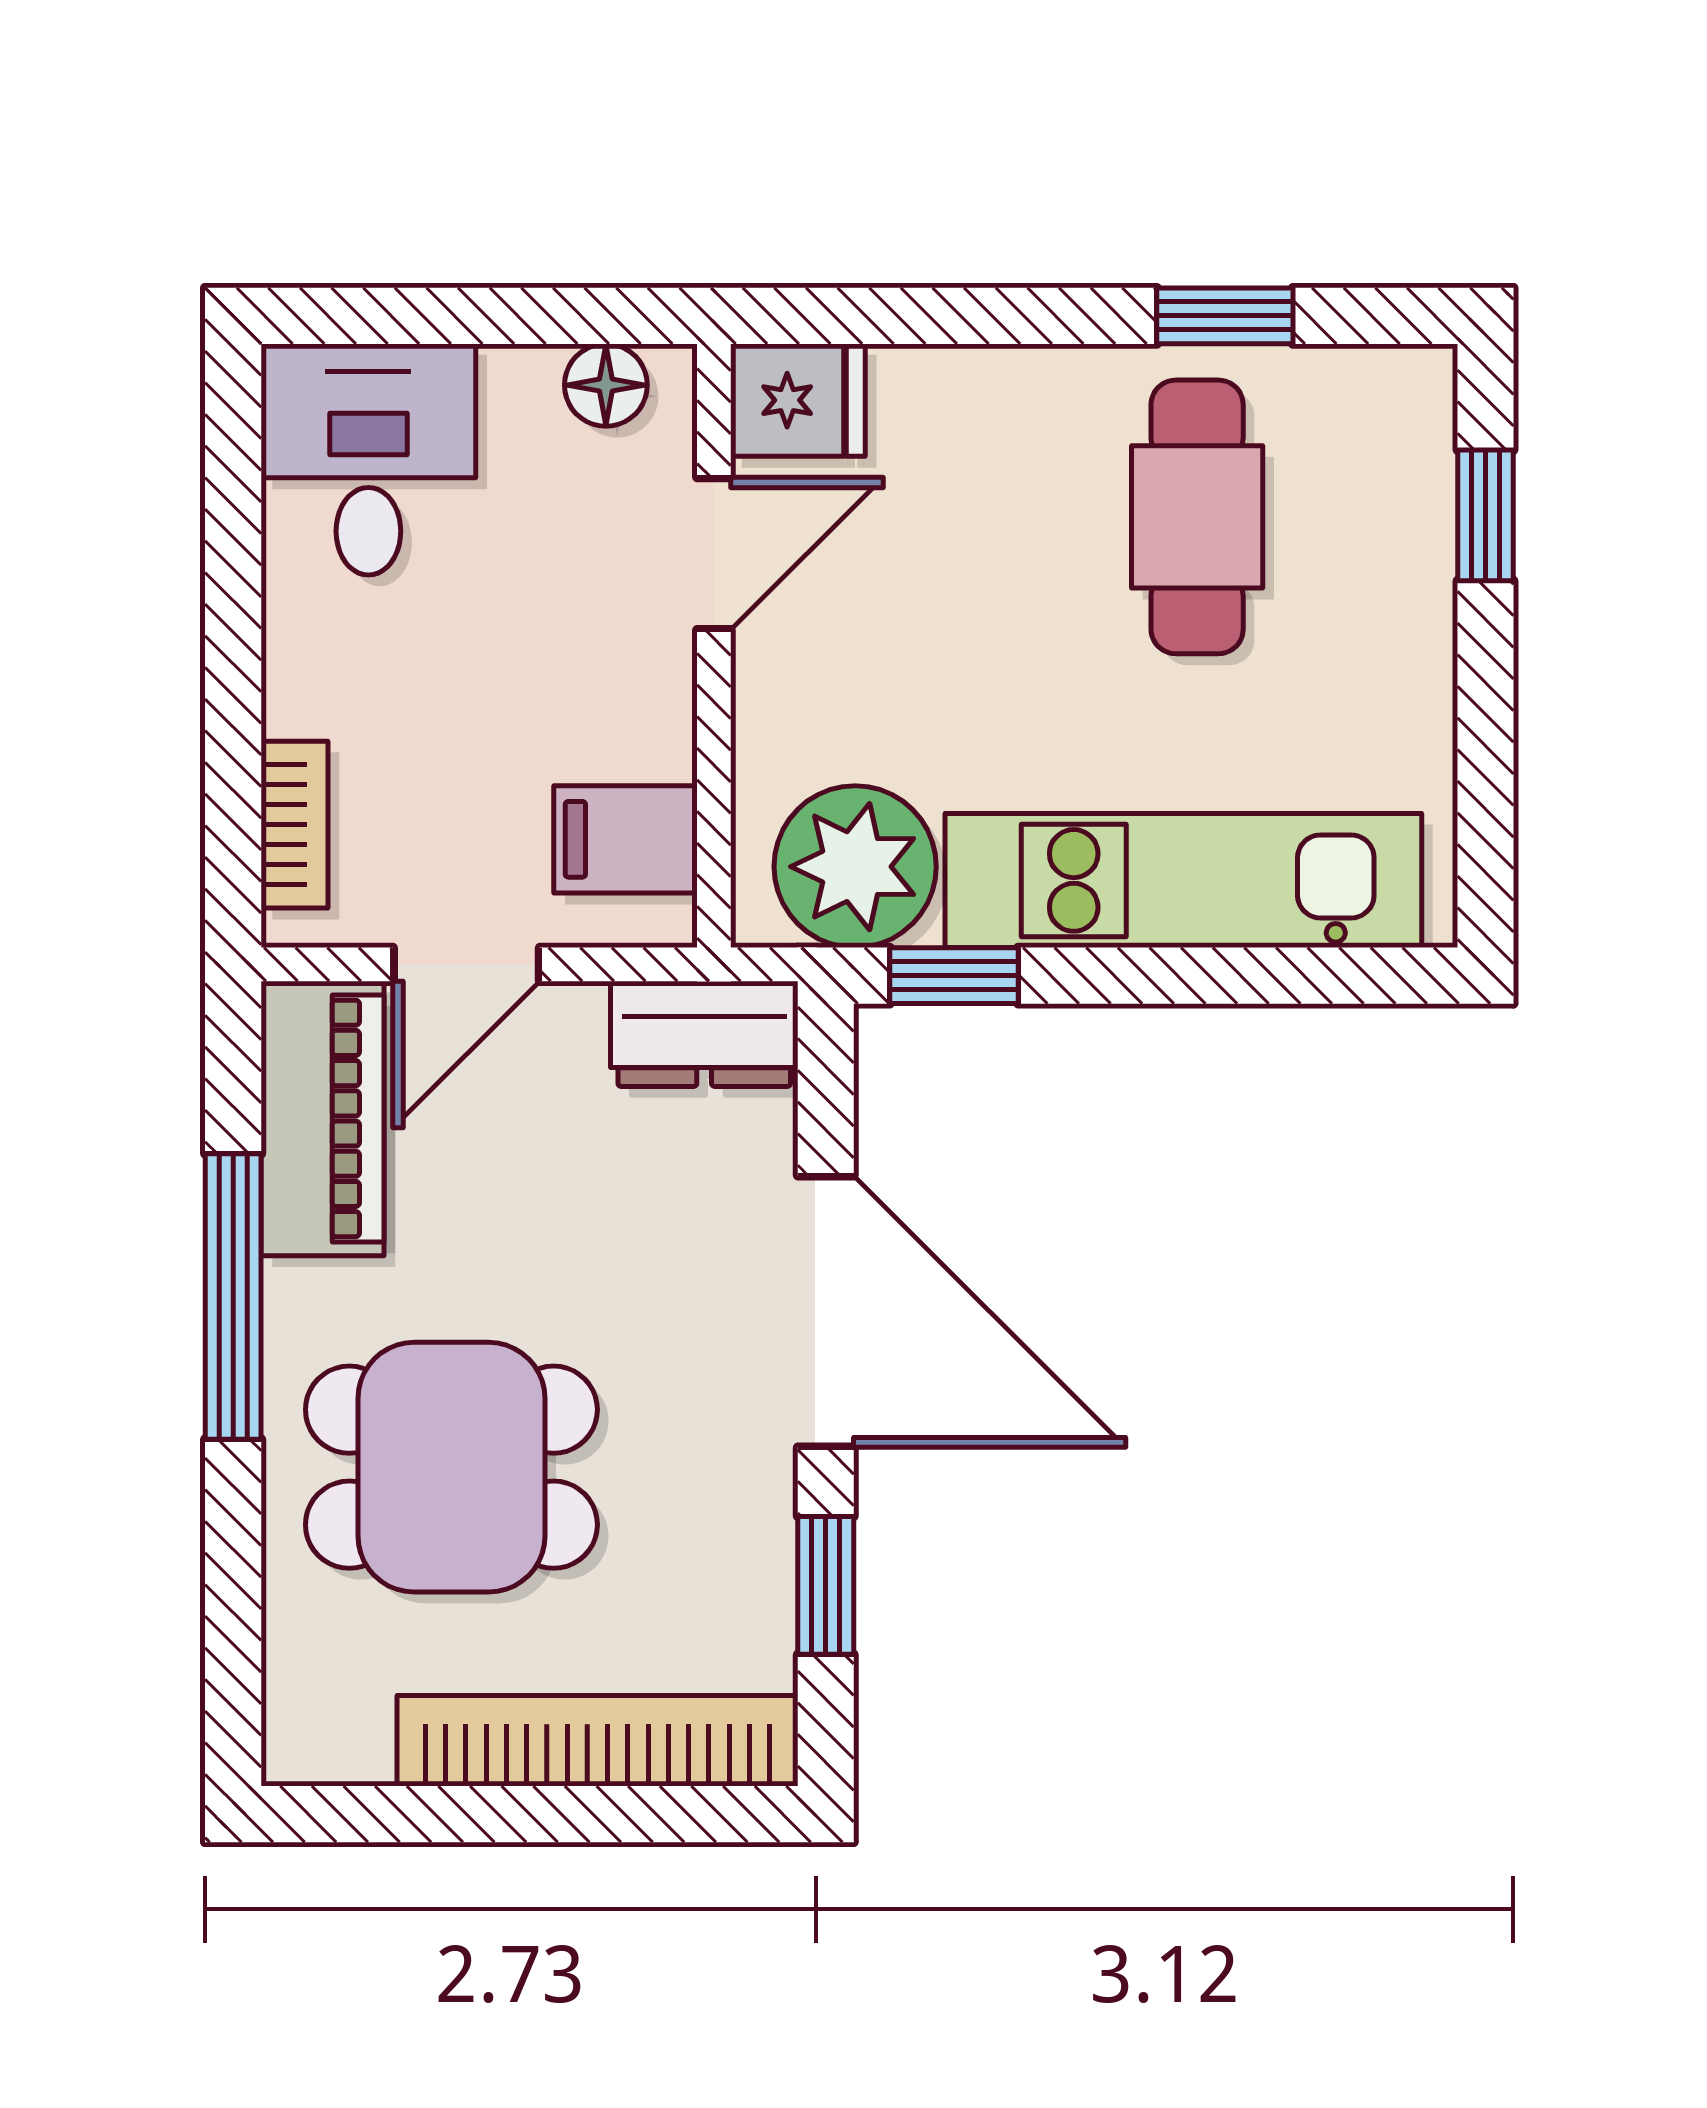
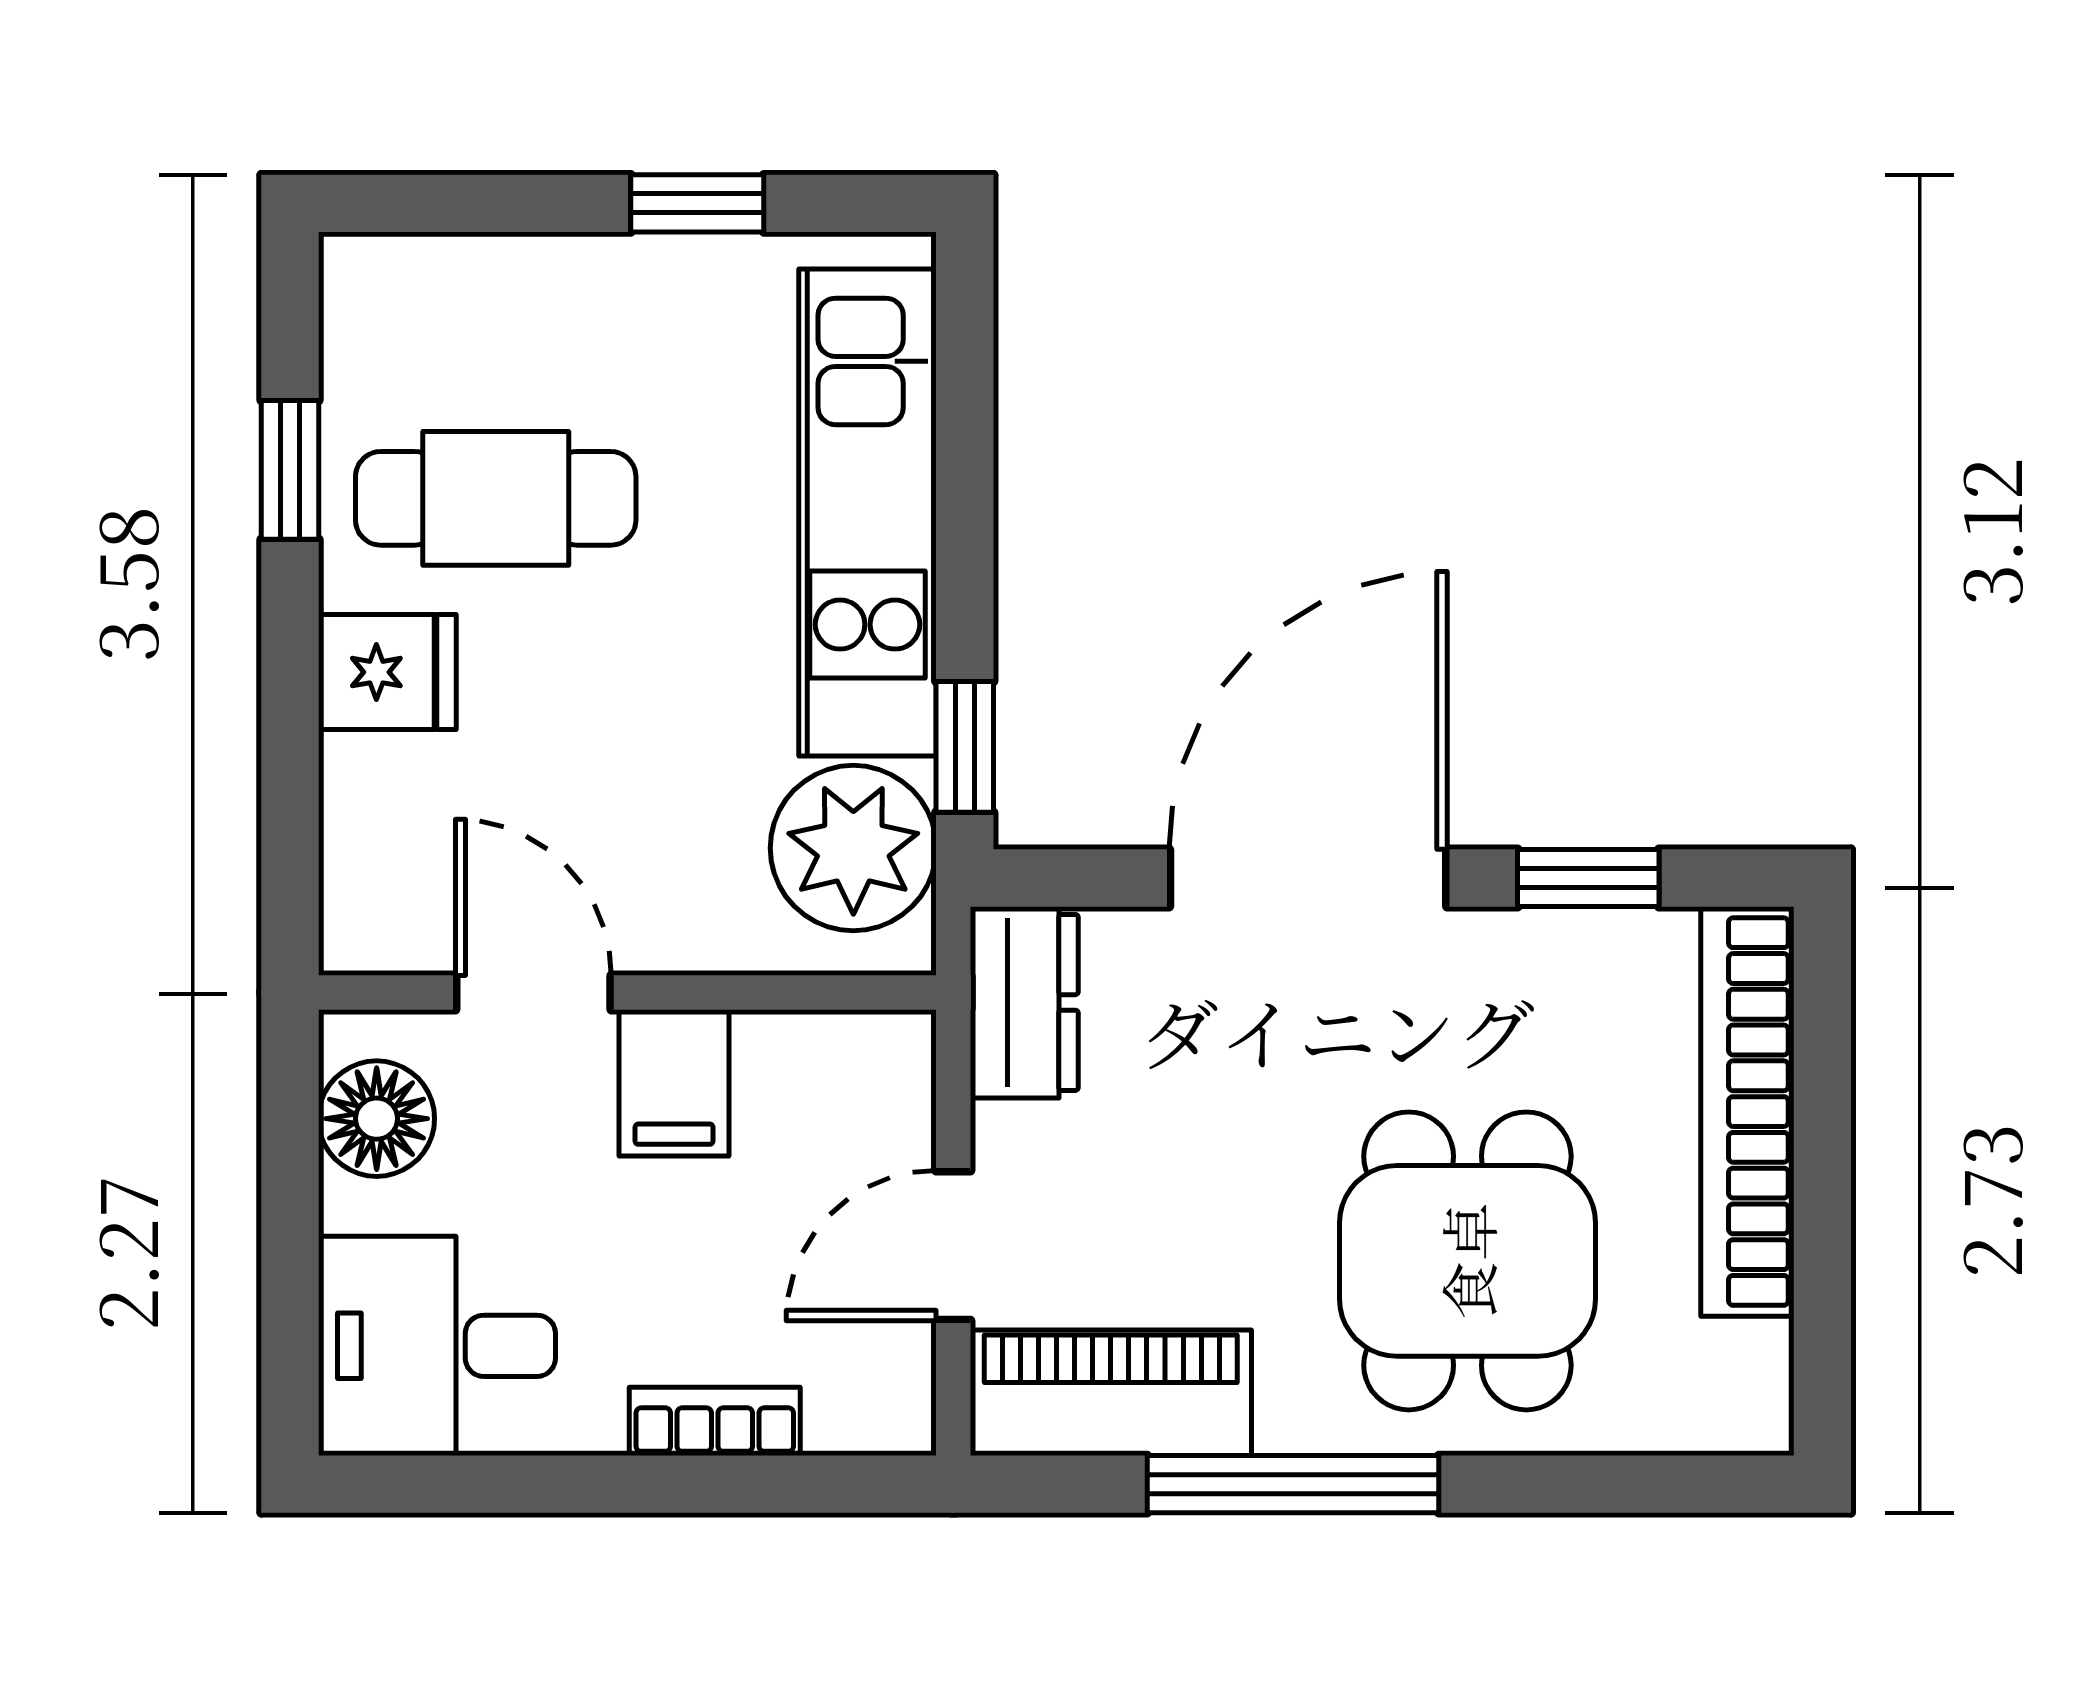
floor lamp: (606, 385) -> (377, 1119), width x1.37, depth x1.37
fridge: (798, 400) -> (387, 672), moved, turned 90
window: (1486, 515) -> (697, 203), moved
bookcase: (294, 825) -> (715, 1421), moved
filing cabinet: (626, 839) -> (674, 1083), moved
door: (466, 964) -> (953, 1246), swing flipped

